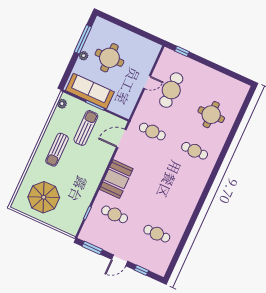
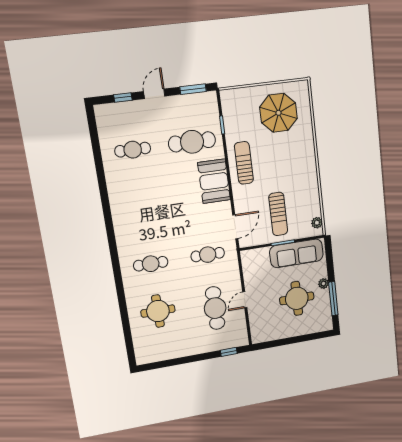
sun lounger: (57, 150) -> (244, 163), moved
cafe table: (115, 214) -> (192, 142), width x1.37, depth x1.35

